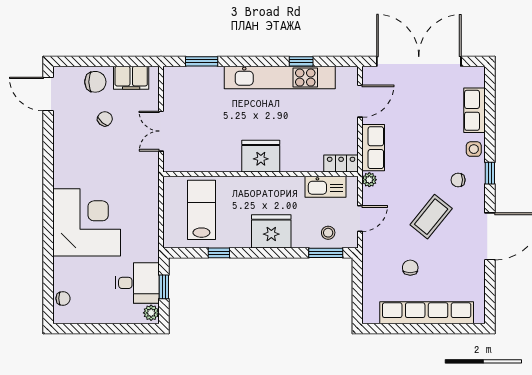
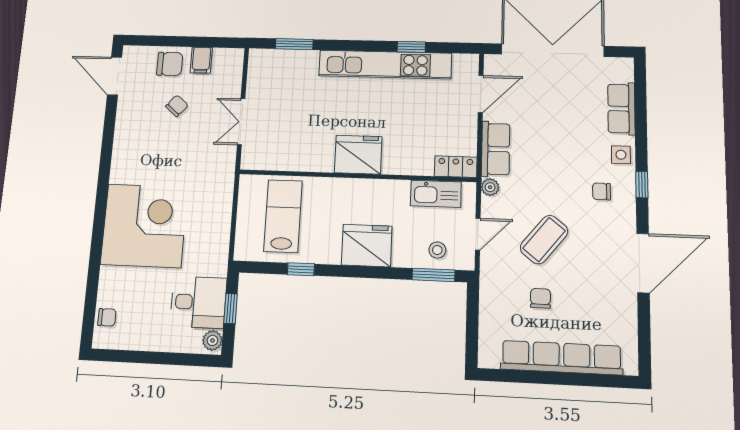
filing cabinet: (131, 78) -> (201, 60), width x0.50
coffee table: (431, 217) -> (544, 240), moved

